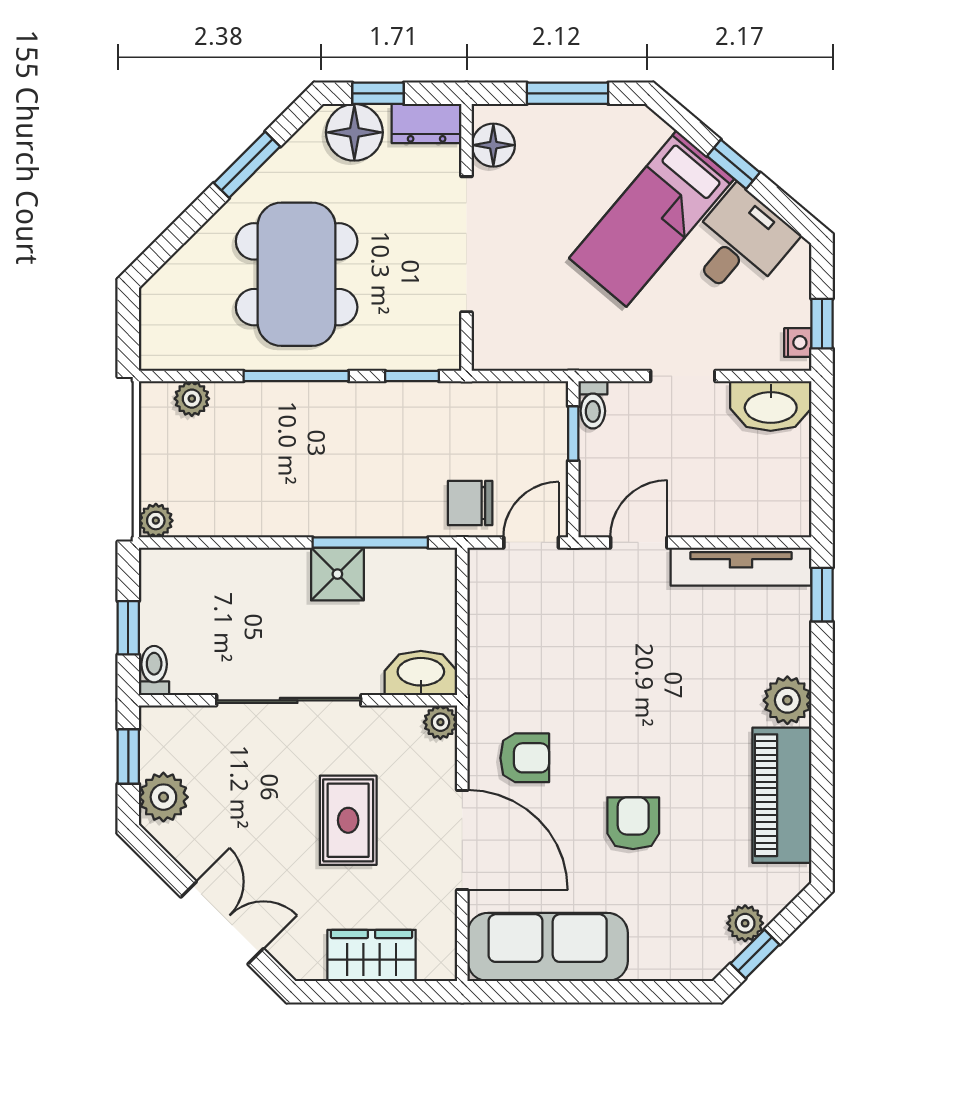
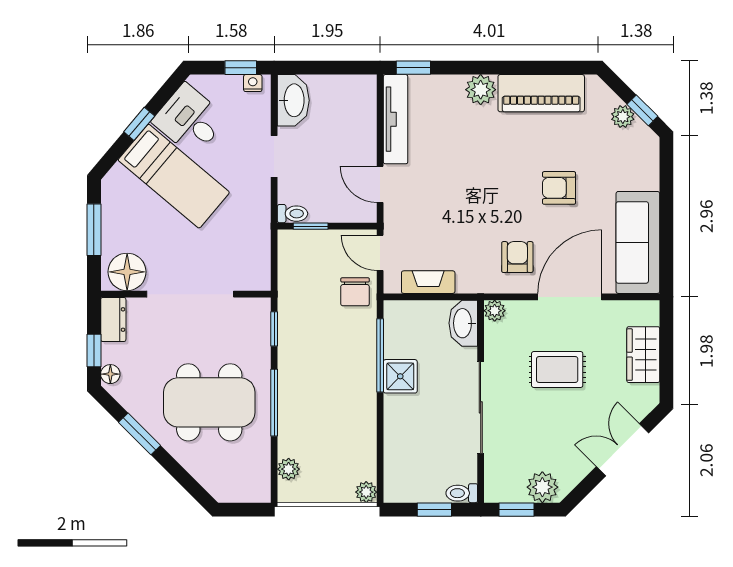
floor lamp: (354, 132) -> (110, 374), width x0.53, depth x0.53
floor lamp: (493, 145) -> (127, 272), width x1.38, depth x1.38
fireplace: (485, 618) -> (428, 282), added

